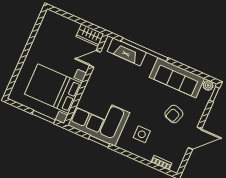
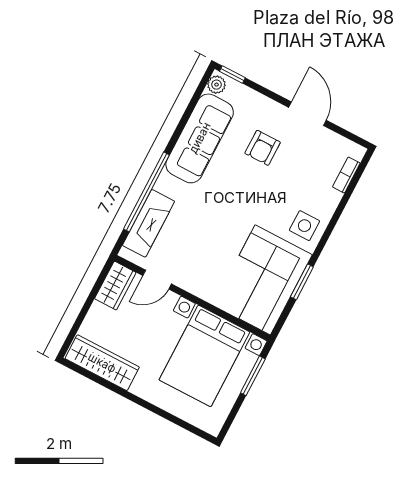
wardrobe: (46, 31) -> (102, 363), added
door: (95, 59) -> (157, 280), hinge flipped
armchair: (174, 114) -> (263, 148), turned 71
side table: (142, 134) -> (304, 226), moved

